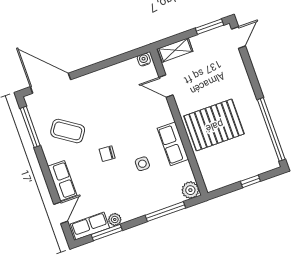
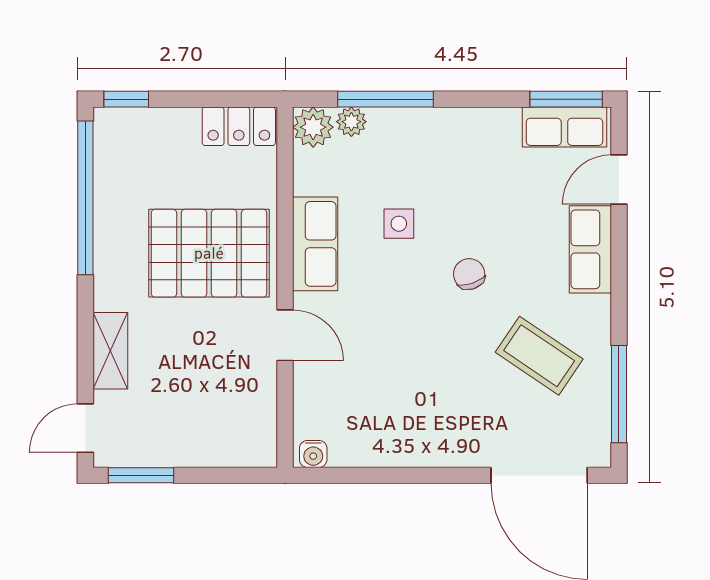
shelving: (175, 50) -> (110, 351), moved, turned 90
door: (166, 86) -> (285, 335), moved
chair: (107, 154) -> (469, 274), turned -112
locker: (220, 180) -> (239, 126), added
window: (250, 181) -> (126, 99), moved
plant: (115, 219) -> (351, 122), moved
window: (107, 233) -> (566, 99), moved

